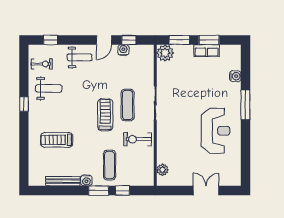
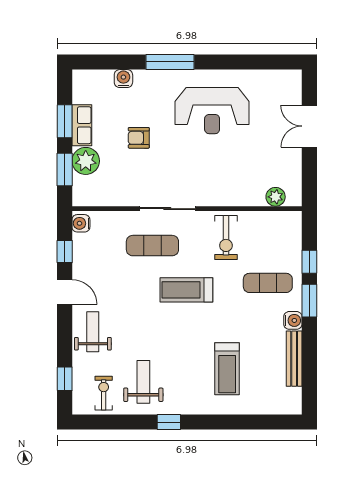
water cooler: (123, 50) -> (81, 223), moved
plant: (165, 53) -> (86, 161), moved
armchair: (199, 86) -> (139, 138), added
exercise mat: (128, 105) -> (152, 246), moved
reception desk: (216, 131) -> (212, 111), turned 180

